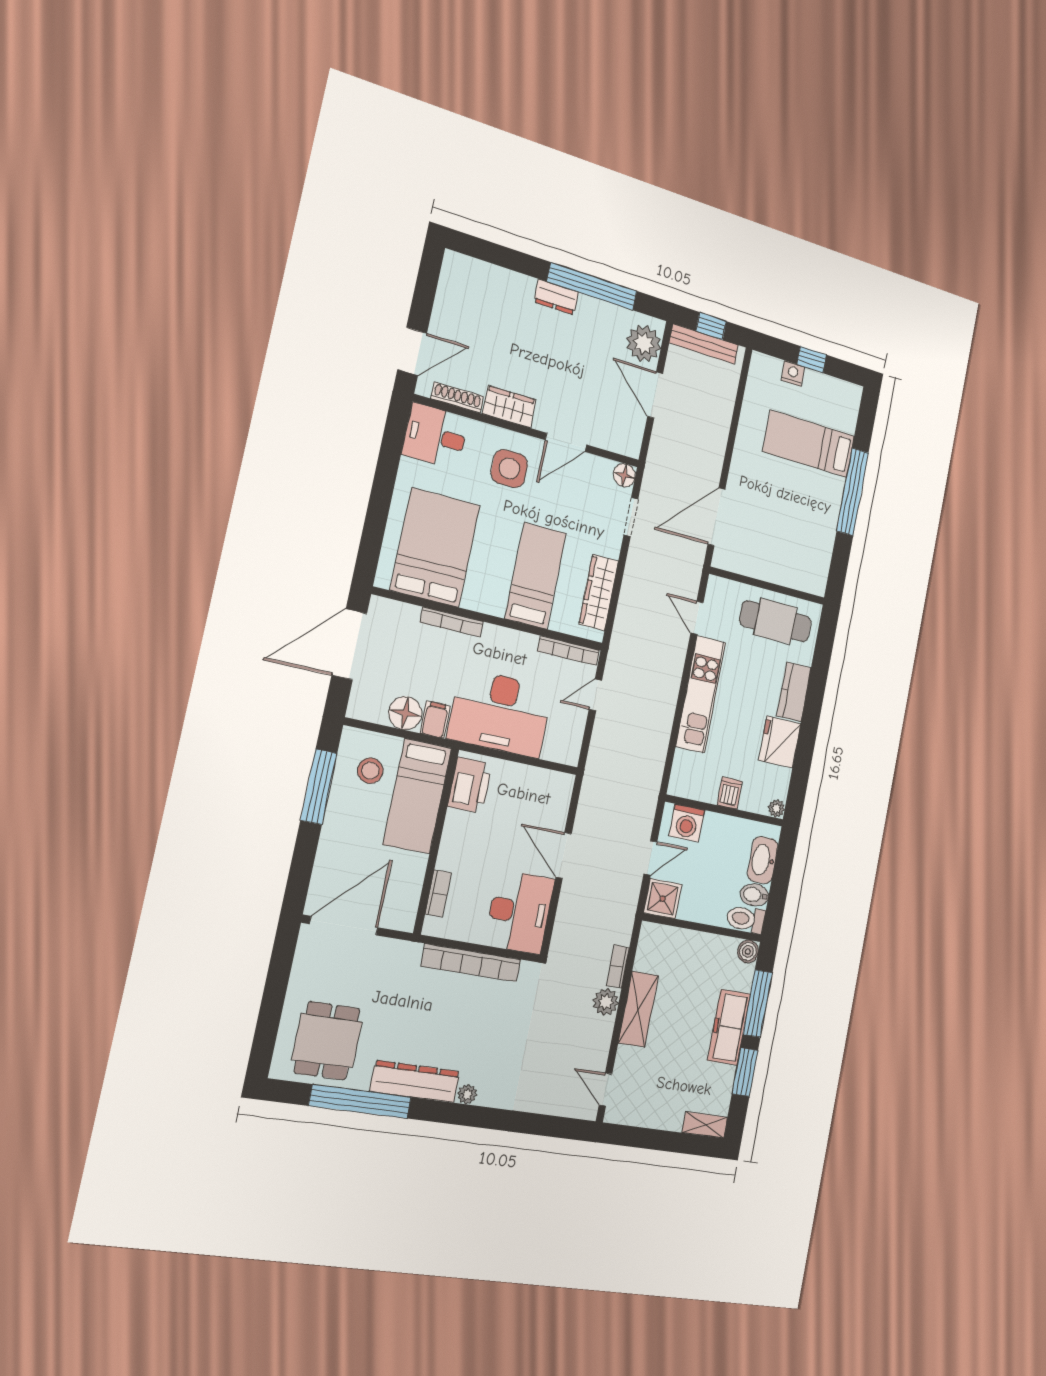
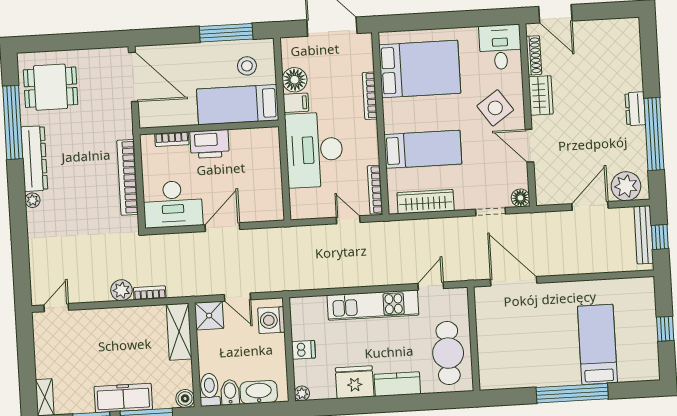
nightstand: (793, 374) -> (648, 316), removed
side table: (509, 469) -> (495, 108), turned -35
printer: (470, 785) -> (210, 144), moved
shelving: (638, 1009) -> (179, 332), moved, turned 90

